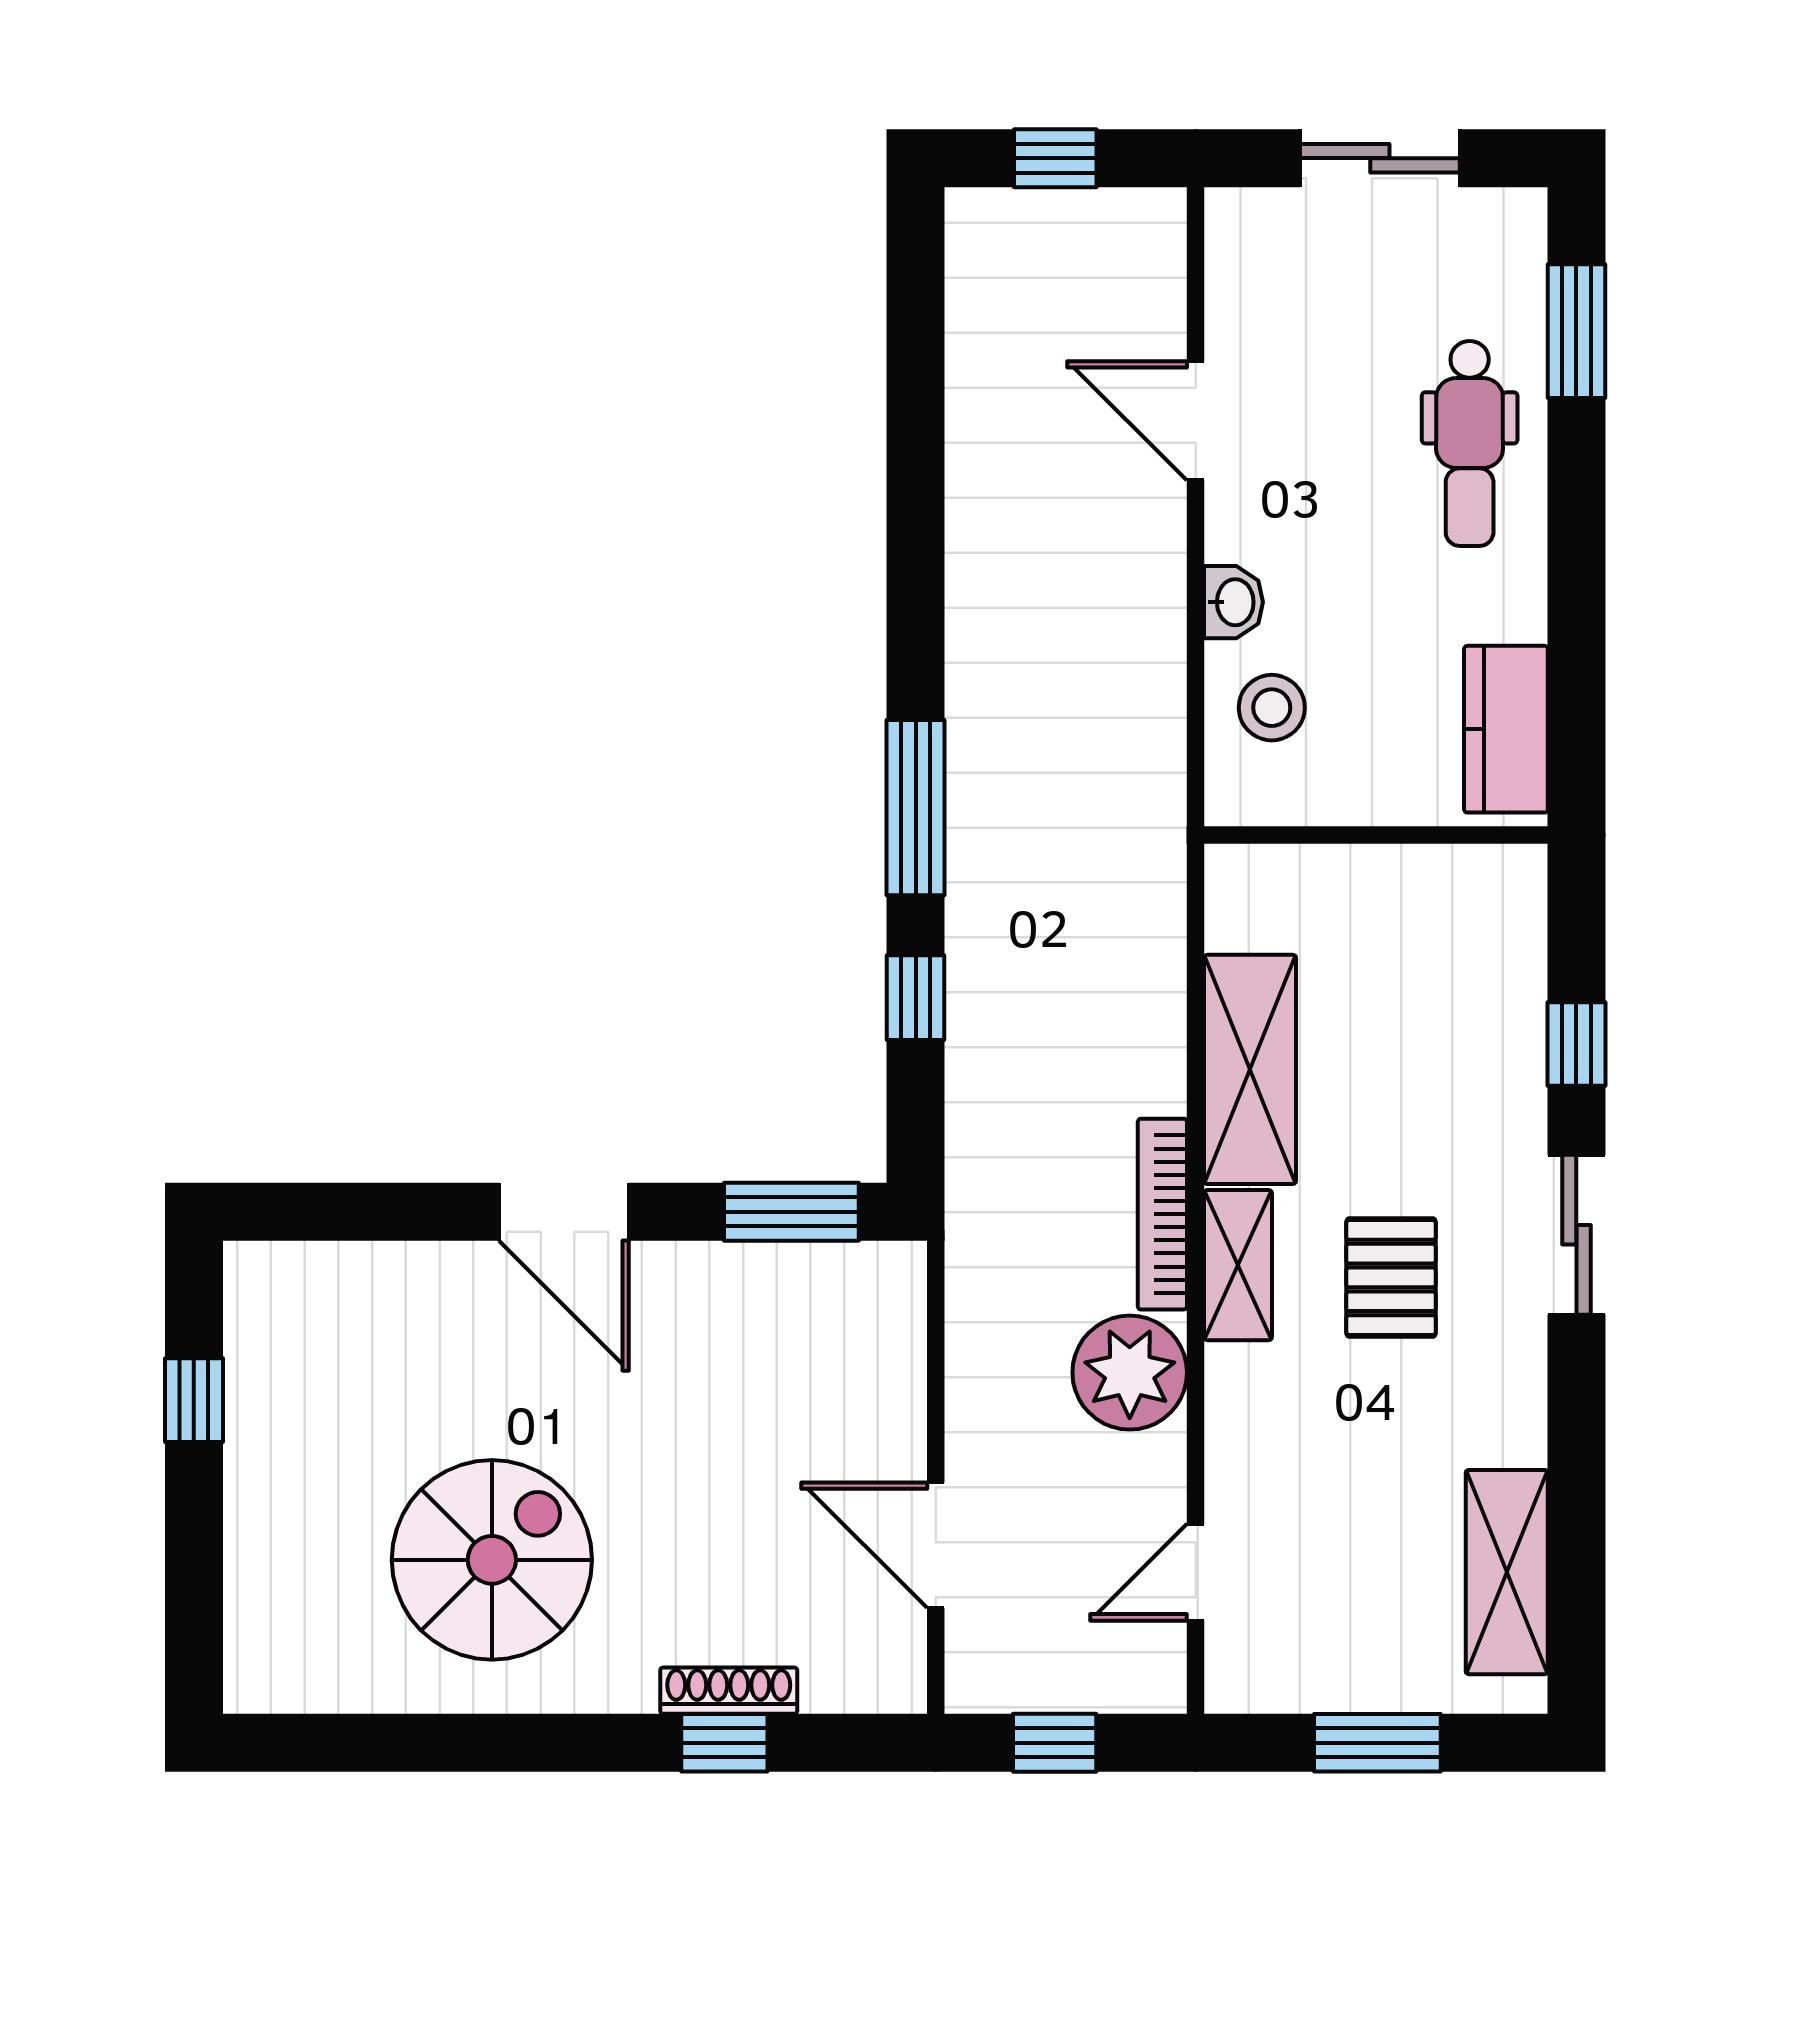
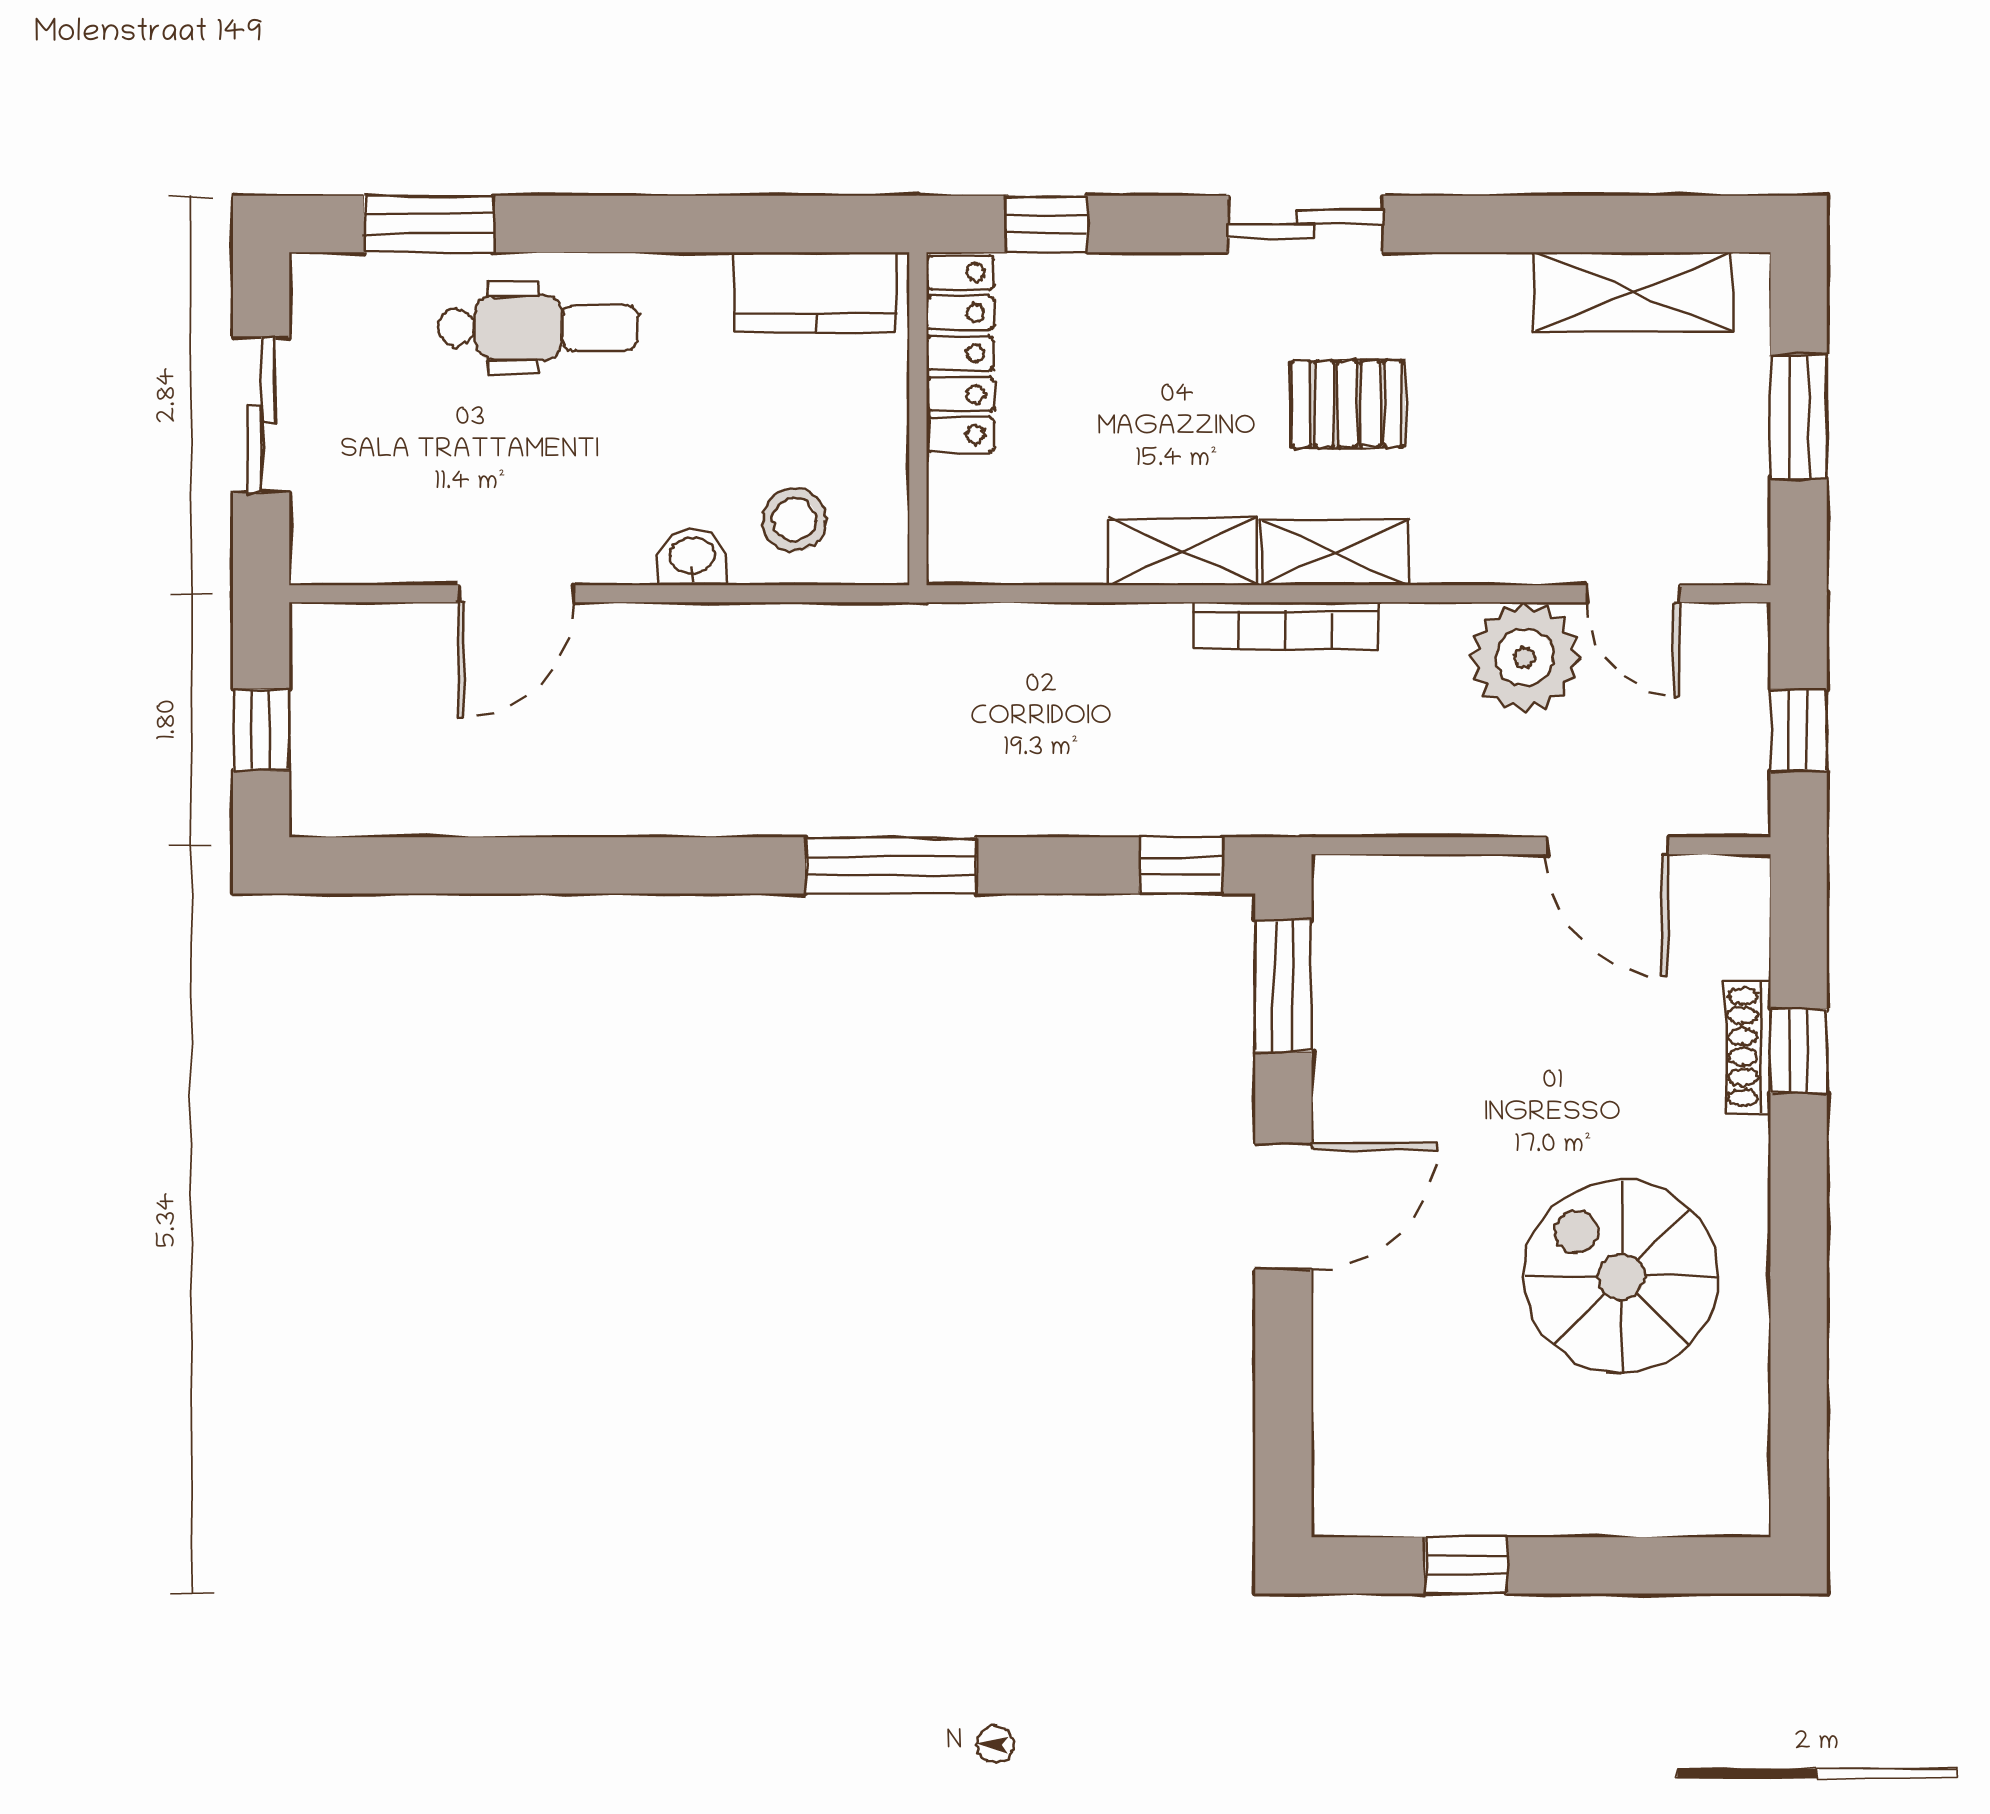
locker: (1443, 878) -> (960, 354), added
window: (916, 998) -> (1181, 865), moved
window: (1576, 1044) -> (1046, 224), moved
shelving: (1250, 1069) -> (1182, 552), width x0.67, depth x0.75
plant: (1130, 1373) -> (1524, 658), moved
door: (936, 1545) -> (1607, 846), hinge flipped

